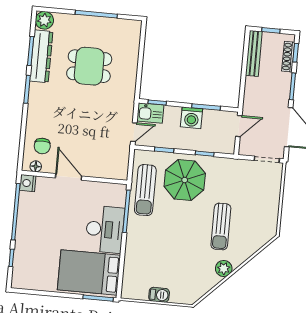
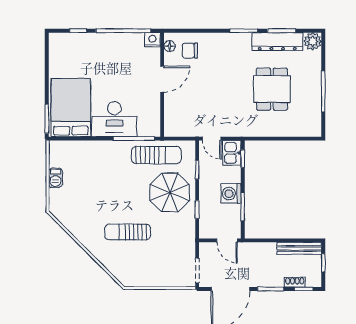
shoe rack: (288, 57) -> (295, 282), width x0.70
sun lounger: (145, 190) -> (156, 155), turned 180
plant: (224, 269) -> (87, 238), removed

